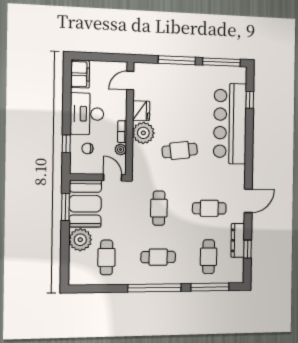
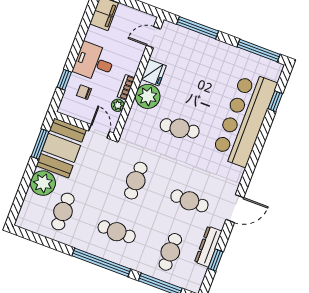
window: (177, 60) -> (198, 28), moved
desk: (87, 114) -> (94, 62), width x0.73

